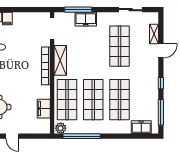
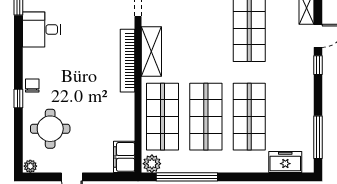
window: (161, 83) -> (318, 65), moved
filing cabinet: (44, 109) -> (124, 157), moved

